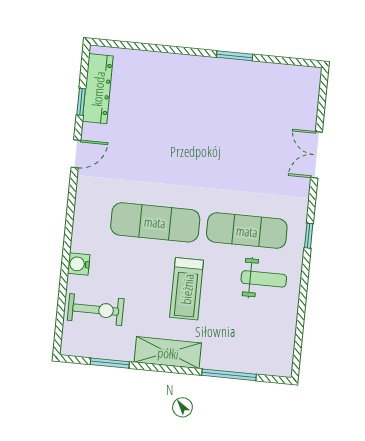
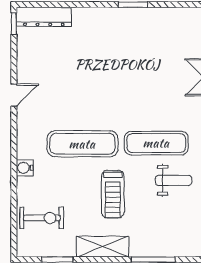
dresser: (98, 89) -> (44, 17), moved, turned 90
window: (81, 102) -> (14, 24), moved
water cooler: (79, 264) -> (25, 168), moved

